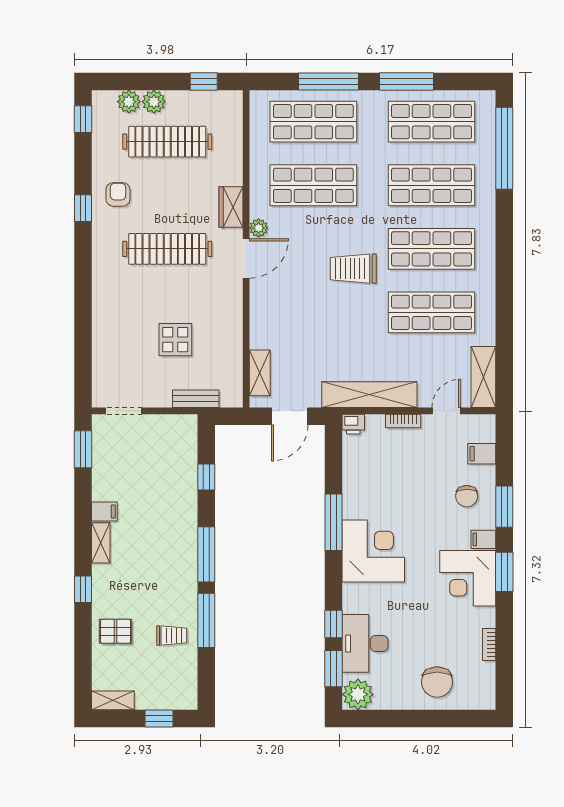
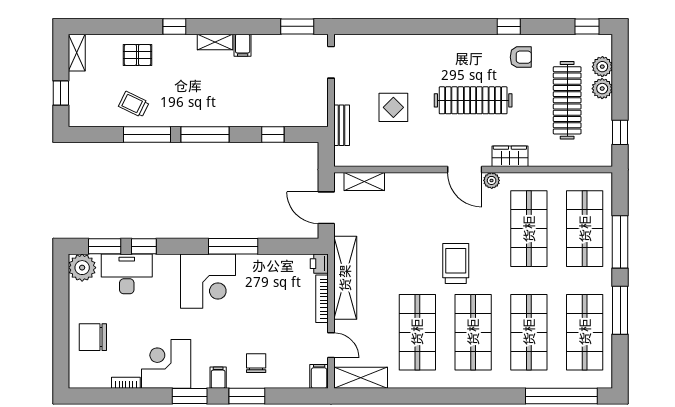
clothes rail: (167, 249) -> (473, 100), turned 90
bookcase: (403, 421) -> (322, 299), width x1.56
filing cabinet: (482, 454) -> (319, 376), moved
chair: (467, 496) -> (256, 363), turned 90
corner desk: (468, 578) -> (166, 364), moved
pallet: (116, 631) -> (138, 55), turned 90
trolley: (172, 636) -> (134, 104), turned 116

